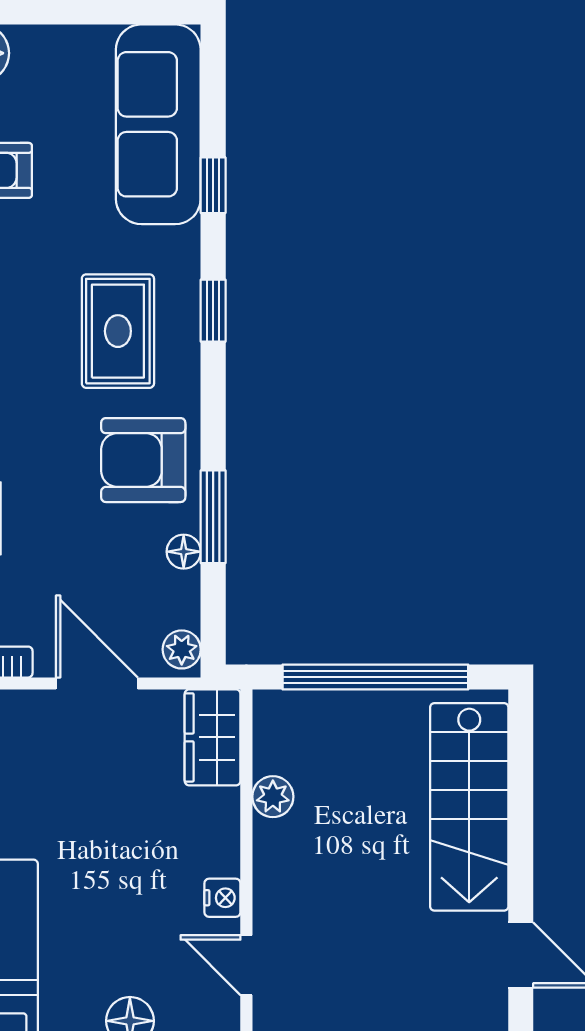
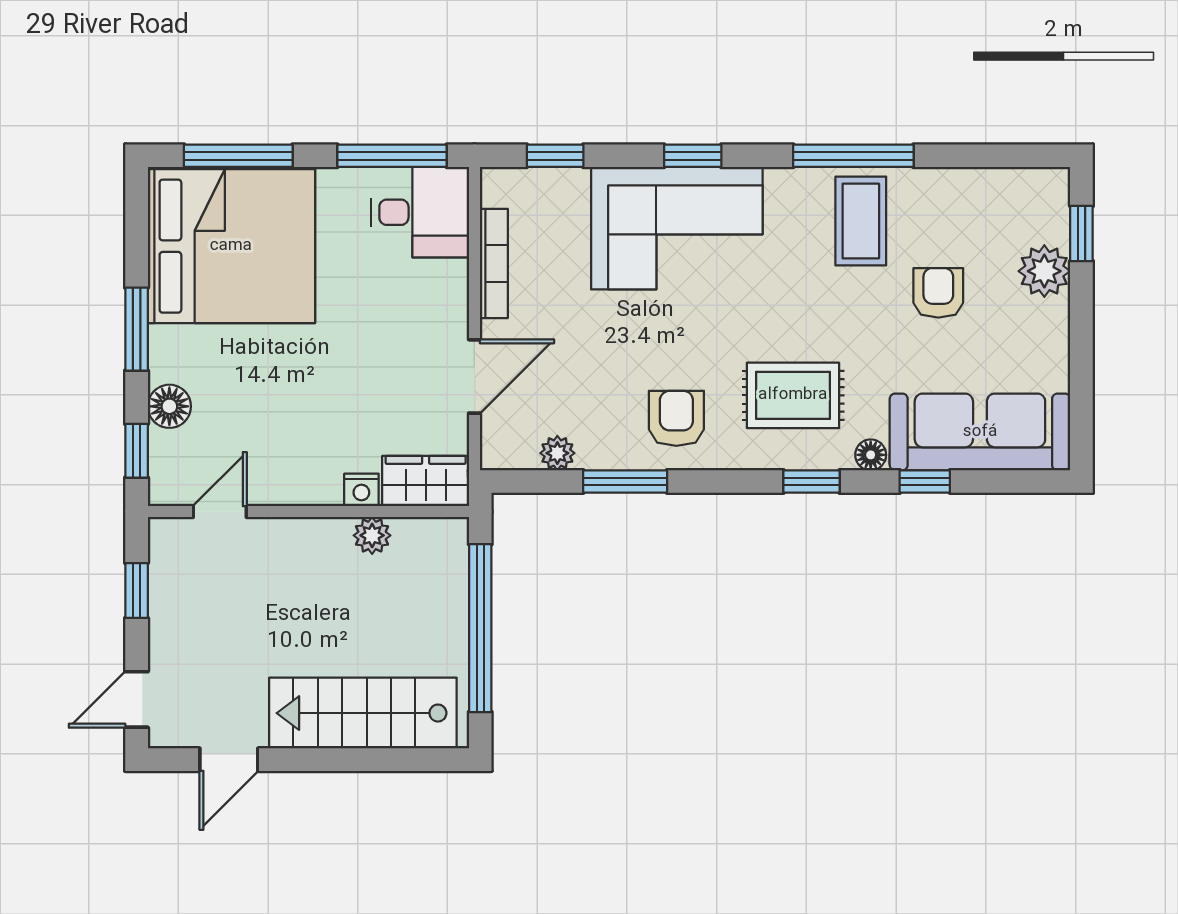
armchair: (143, 460) -> (676, 418), width x0.72, depth x0.72
floor lamp: (184, 552) -> (871, 455), moved
plant: (182, 649) -> (557, 453), moved
nightstand: (222, 898) -> (361, 490), moved

